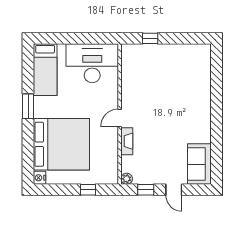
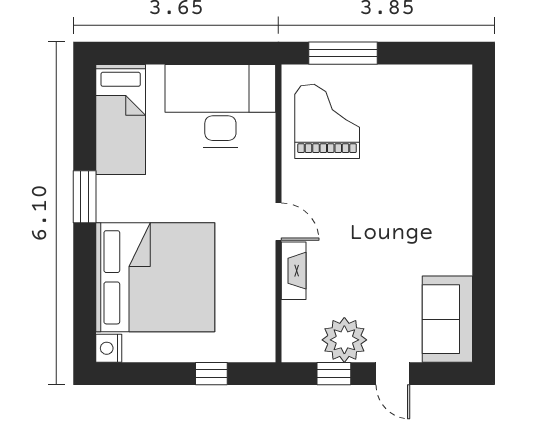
window: (150, 38) -> (343, 53), width x2.17
grand piano: (143, 71) -> (327, 121), added
door: (120, 118) -> (278, 222), swing flipped
plant: (127, 179) -> (344, 340), moved, width x1.88, depth x1.88

